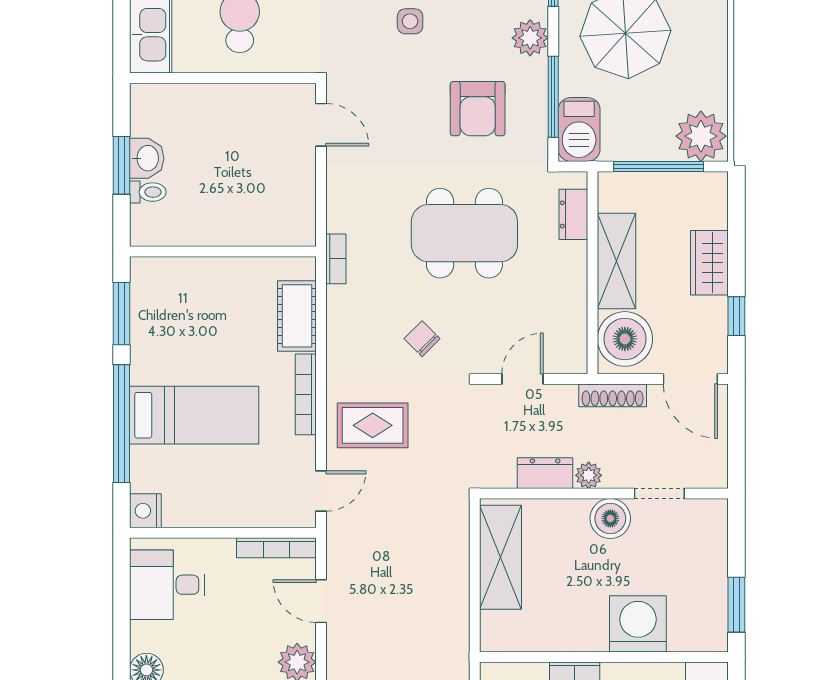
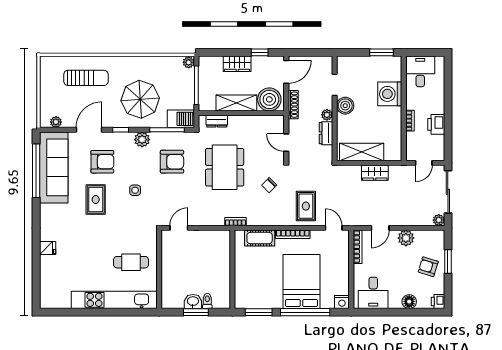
plant: (701, 136) -> (189, 62), width x0.53, depth x0.53
bed: (194, 415) -> (302, 281), width x1.50
wardrobe: (452, 588) -> (375, 173), added

